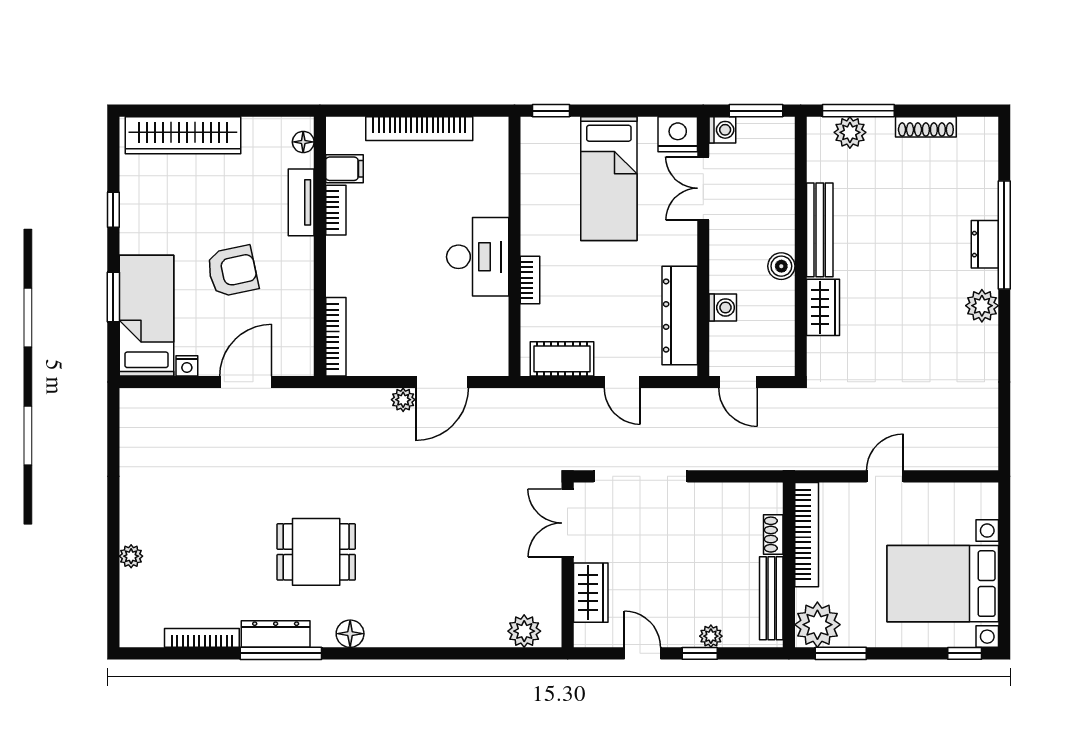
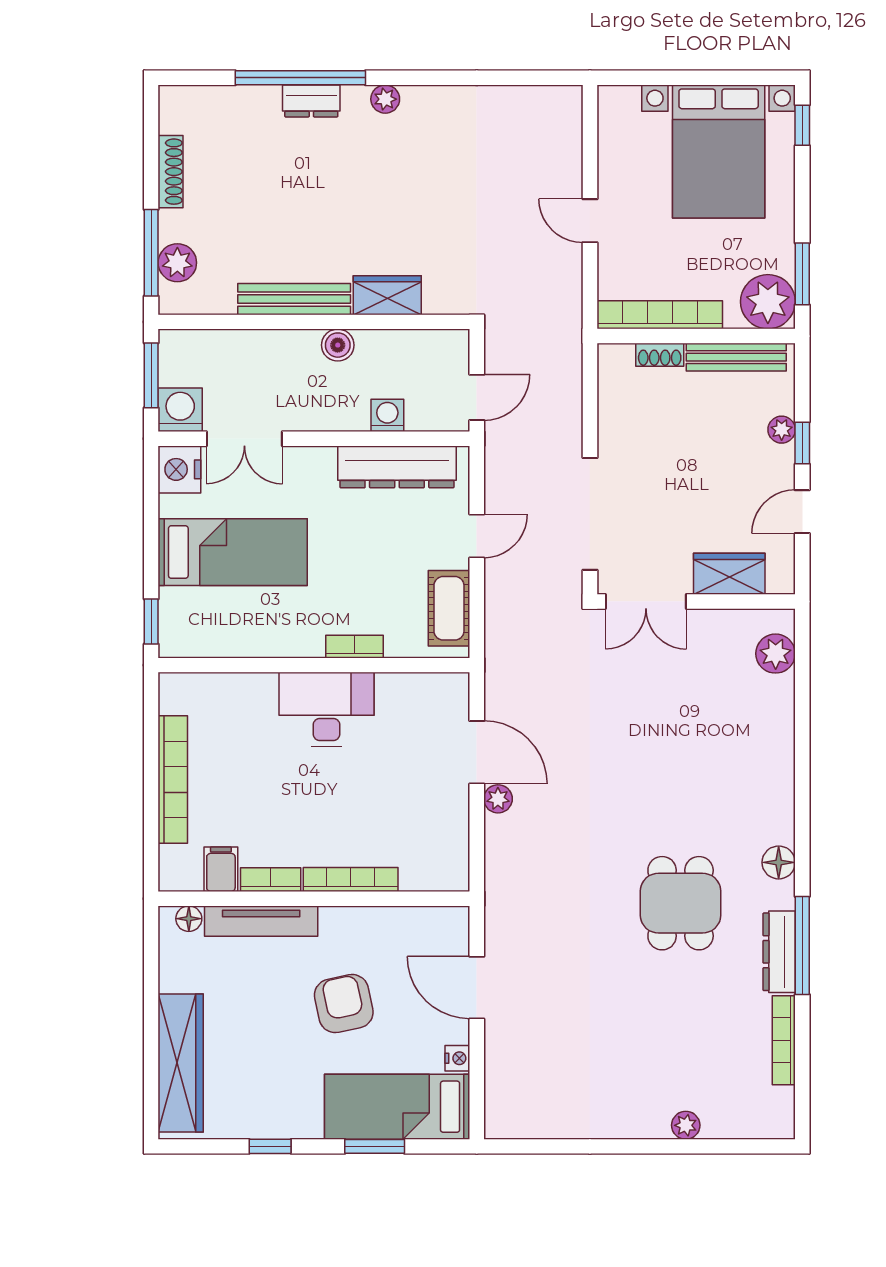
washing machine: (722, 130) -> (180, 410), width x1.38, depth x1.38
tv unit: (301, 202) -> (261, 921), width x1.41
plant: (982, 306) -> (385, 99), width x0.73, depth x0.73
bookcase: (336, 337) -> (351, 880), moved

